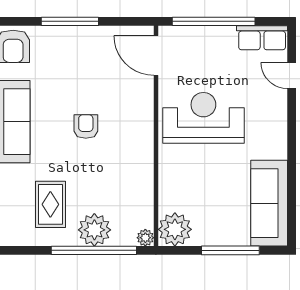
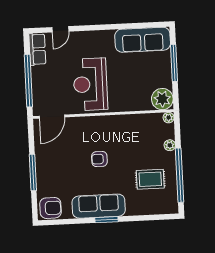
plant: (94, 230) -> (170, 145), width x0.53, depth x0.53
window: (94, 250) -> (179, 175), moved

